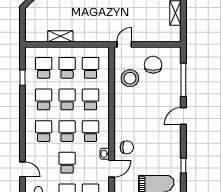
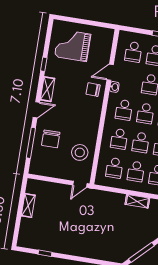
chair: (153, 65) -> (51, 139), moved
shelving: (175, 140) -> (48, 89), added

